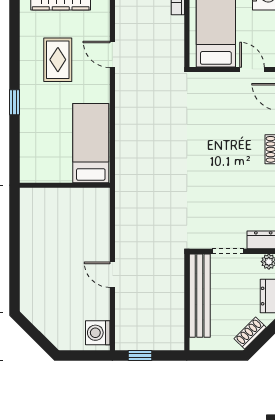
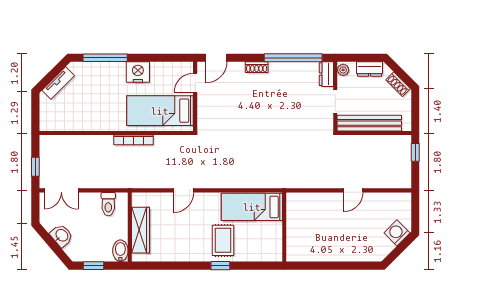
rug: (58, 60) -> (223, 240), moved, turned 90
washing machine: (98, 333) -> (397, 233), moved, turned 135
window: (140, 355) -> (415, 152), moved

